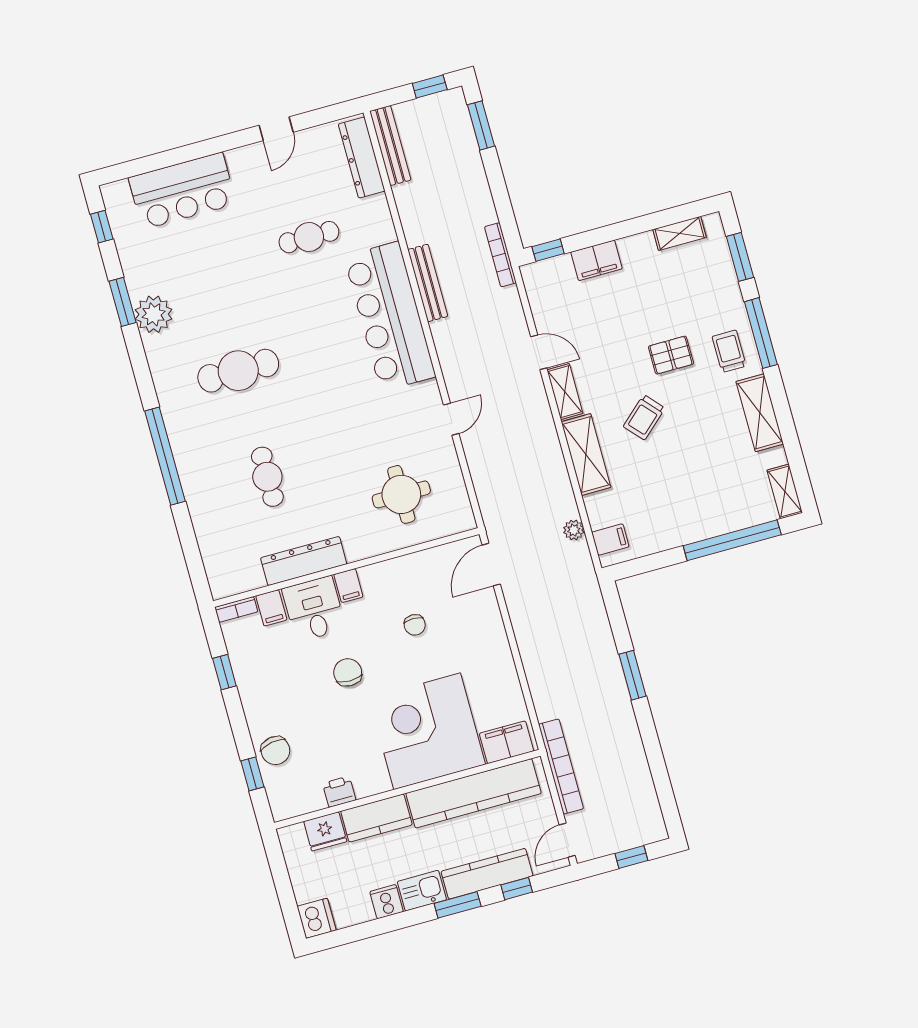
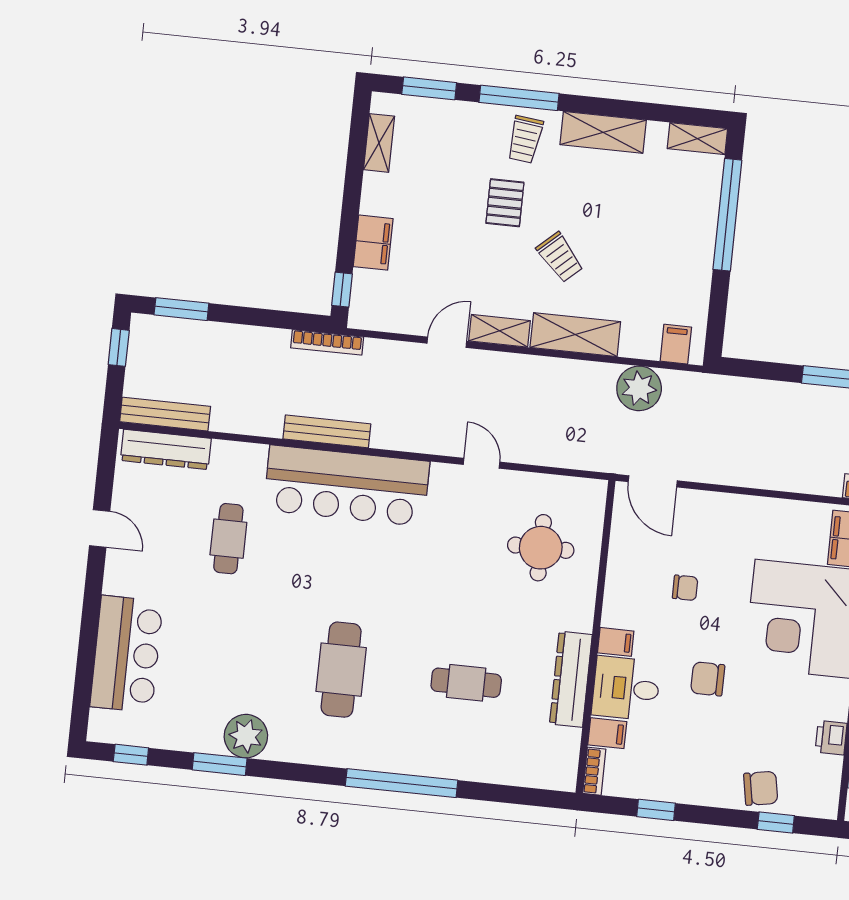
trolley: (729, 351) -> (525, 139), turned -83
plant: (574, 530) -> (639, 388), width x1.87, depth x1.87

